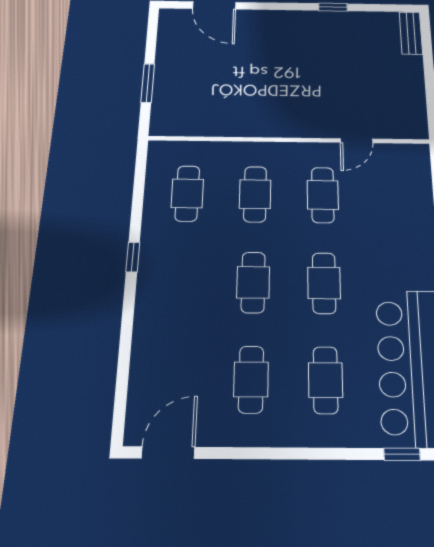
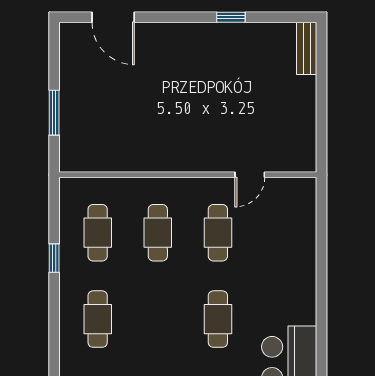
window: (133, 257) -> (54, 258), moved
cafe table: (253, 282) -> (98, 319), moved

